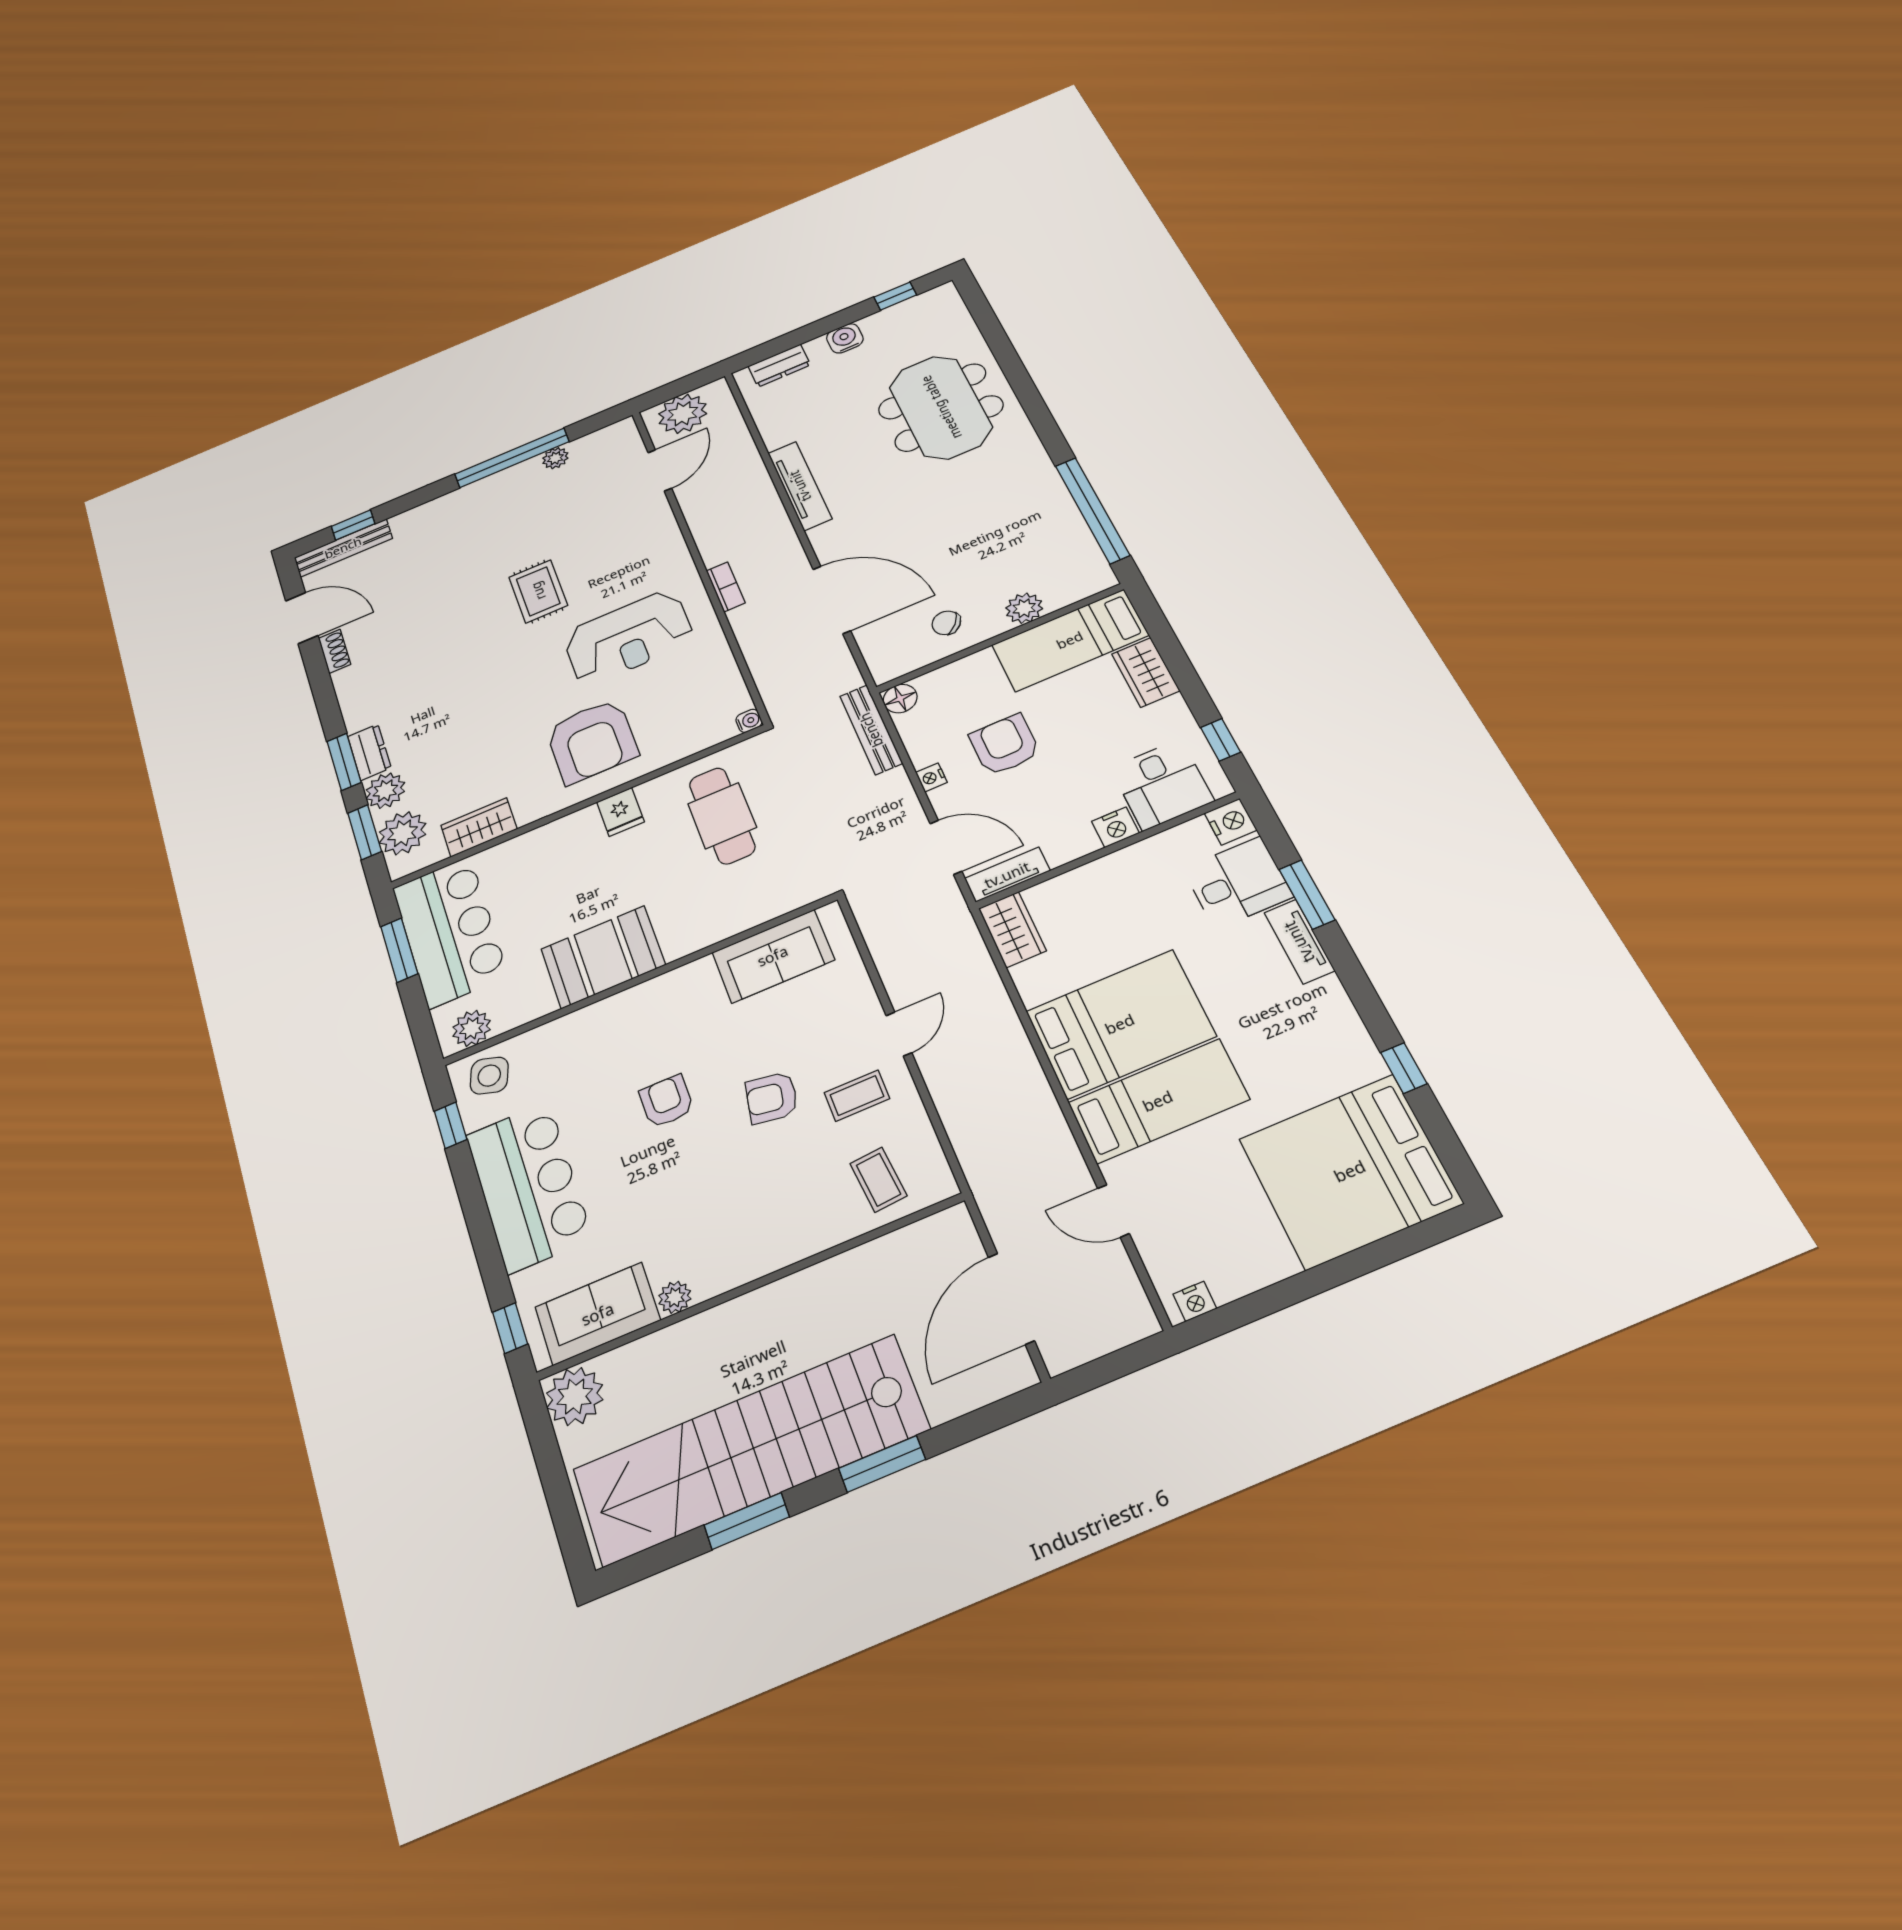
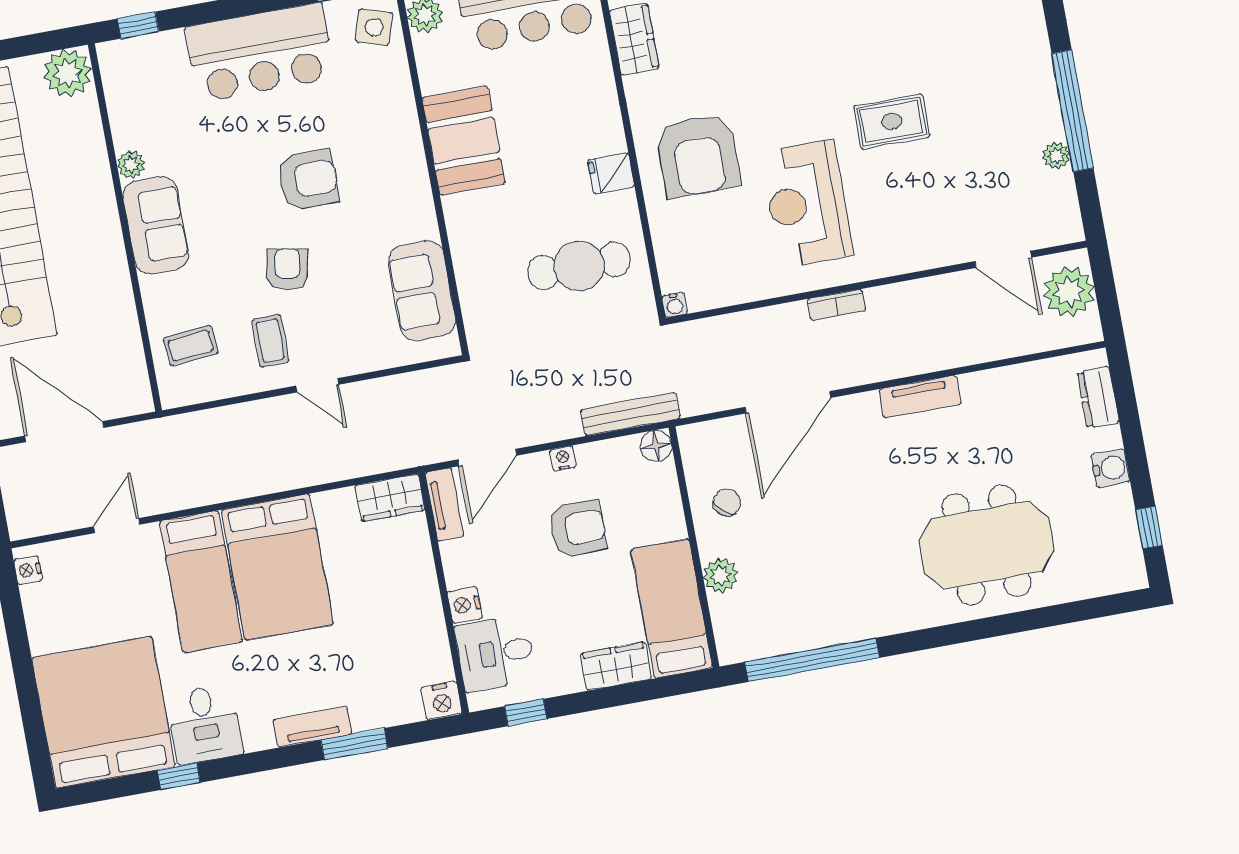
tv unit: (800, 486) -> (920, 397), width x0.71
armchair: (592, 741) -> (698, 155), turned -90
desk: (1238, 883) -> (205, 724), moved
armchair: (666, 1101) -> (308, 180), width x1.38, depth x1.38
sofa: (598, 1314) -> (156, 225), moved

